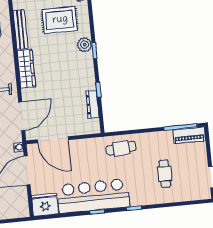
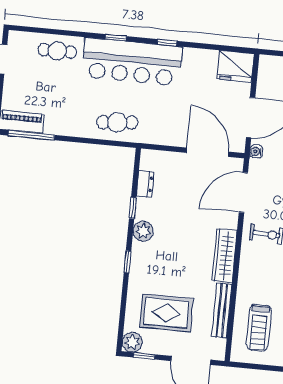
plant: (85, 45) -> (143, 231), moved
dresser: (92, 104) -> (145, 184), width x0.70
cafe table: (165, 174) -> (57, 51), moved, turned 90
bar counter: (93, 196) -> (132, 62), moved

